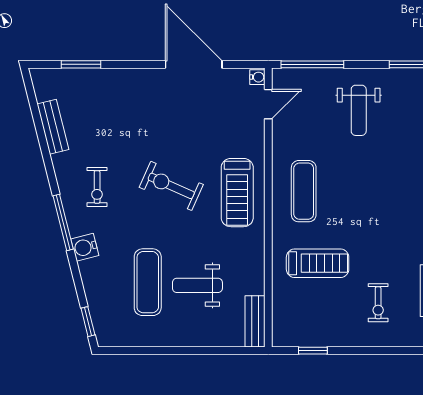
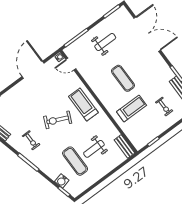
door: (194, 64) -> (33, 70), hinge flipped
door: (268, 104) -> (71, 64), swing flipped
weight bench: (359, 110) -> (105, 42), turned -90
exercise mat: (304, 191) -> (123, 78), moved
treadmill: (237, 193) -> (83, 105), turned 180
water cooler: (85, 247) -> (62, 181), moved

